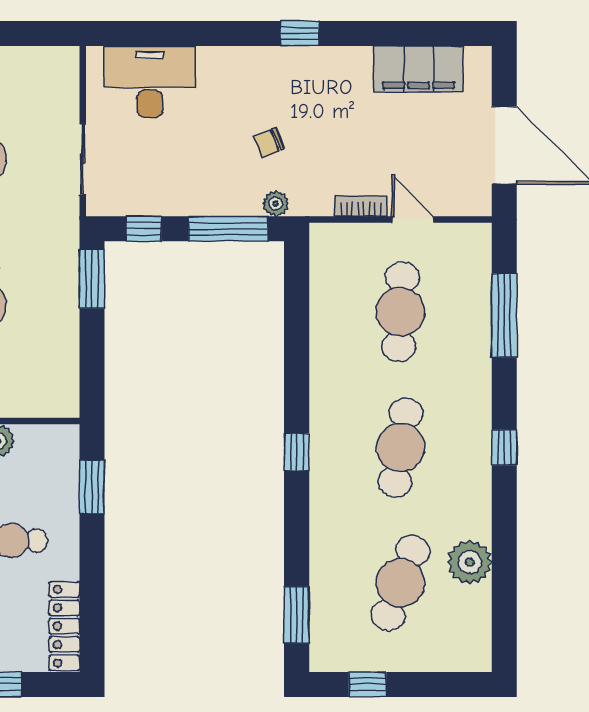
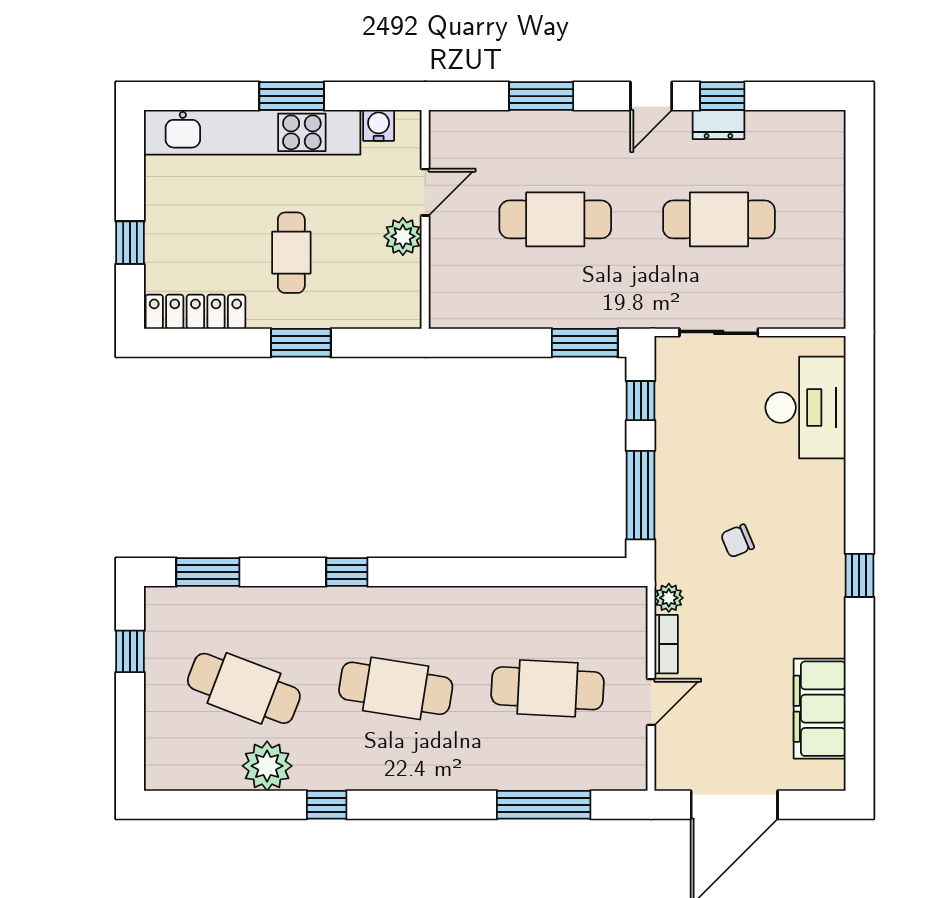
chair: (269, 142) -> (737, 541), turned -91
plant: (276, 204) -> (669, 598), moved
window: (504, 447) -> (327, 805), moved
window: (297, 452) -> (347, 572), moved
window: (92, 487) -> (301, 343), moved

